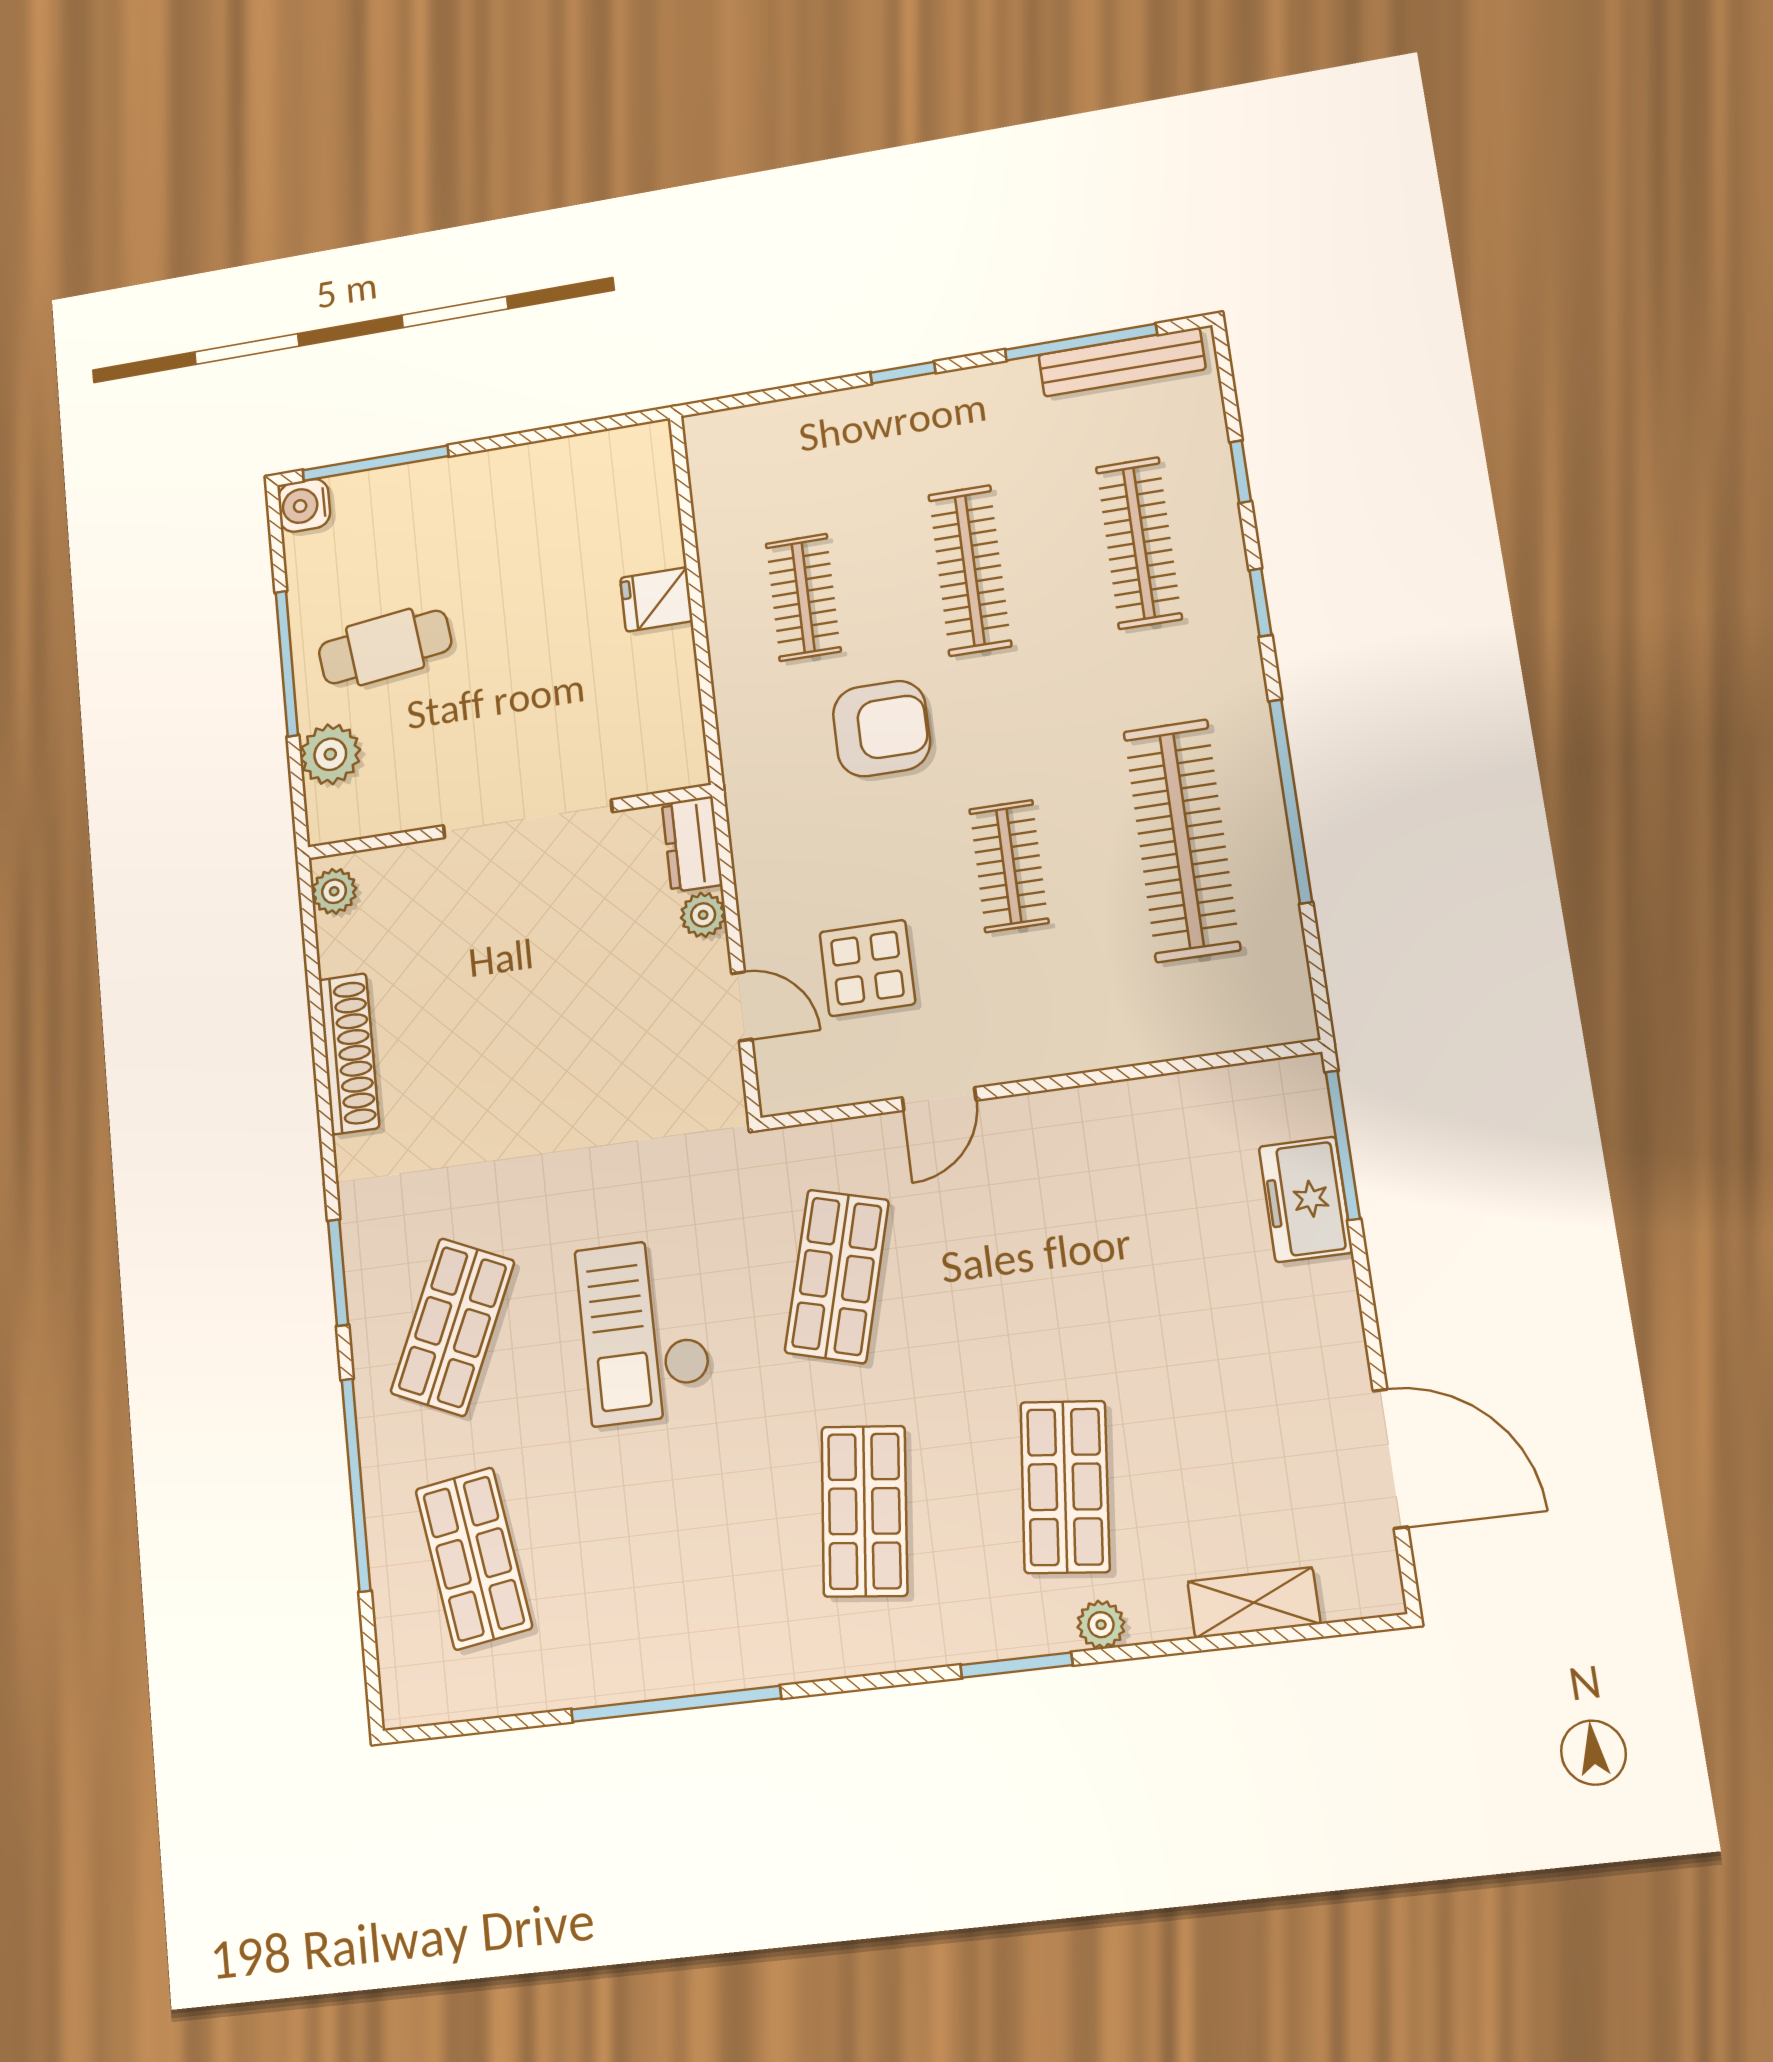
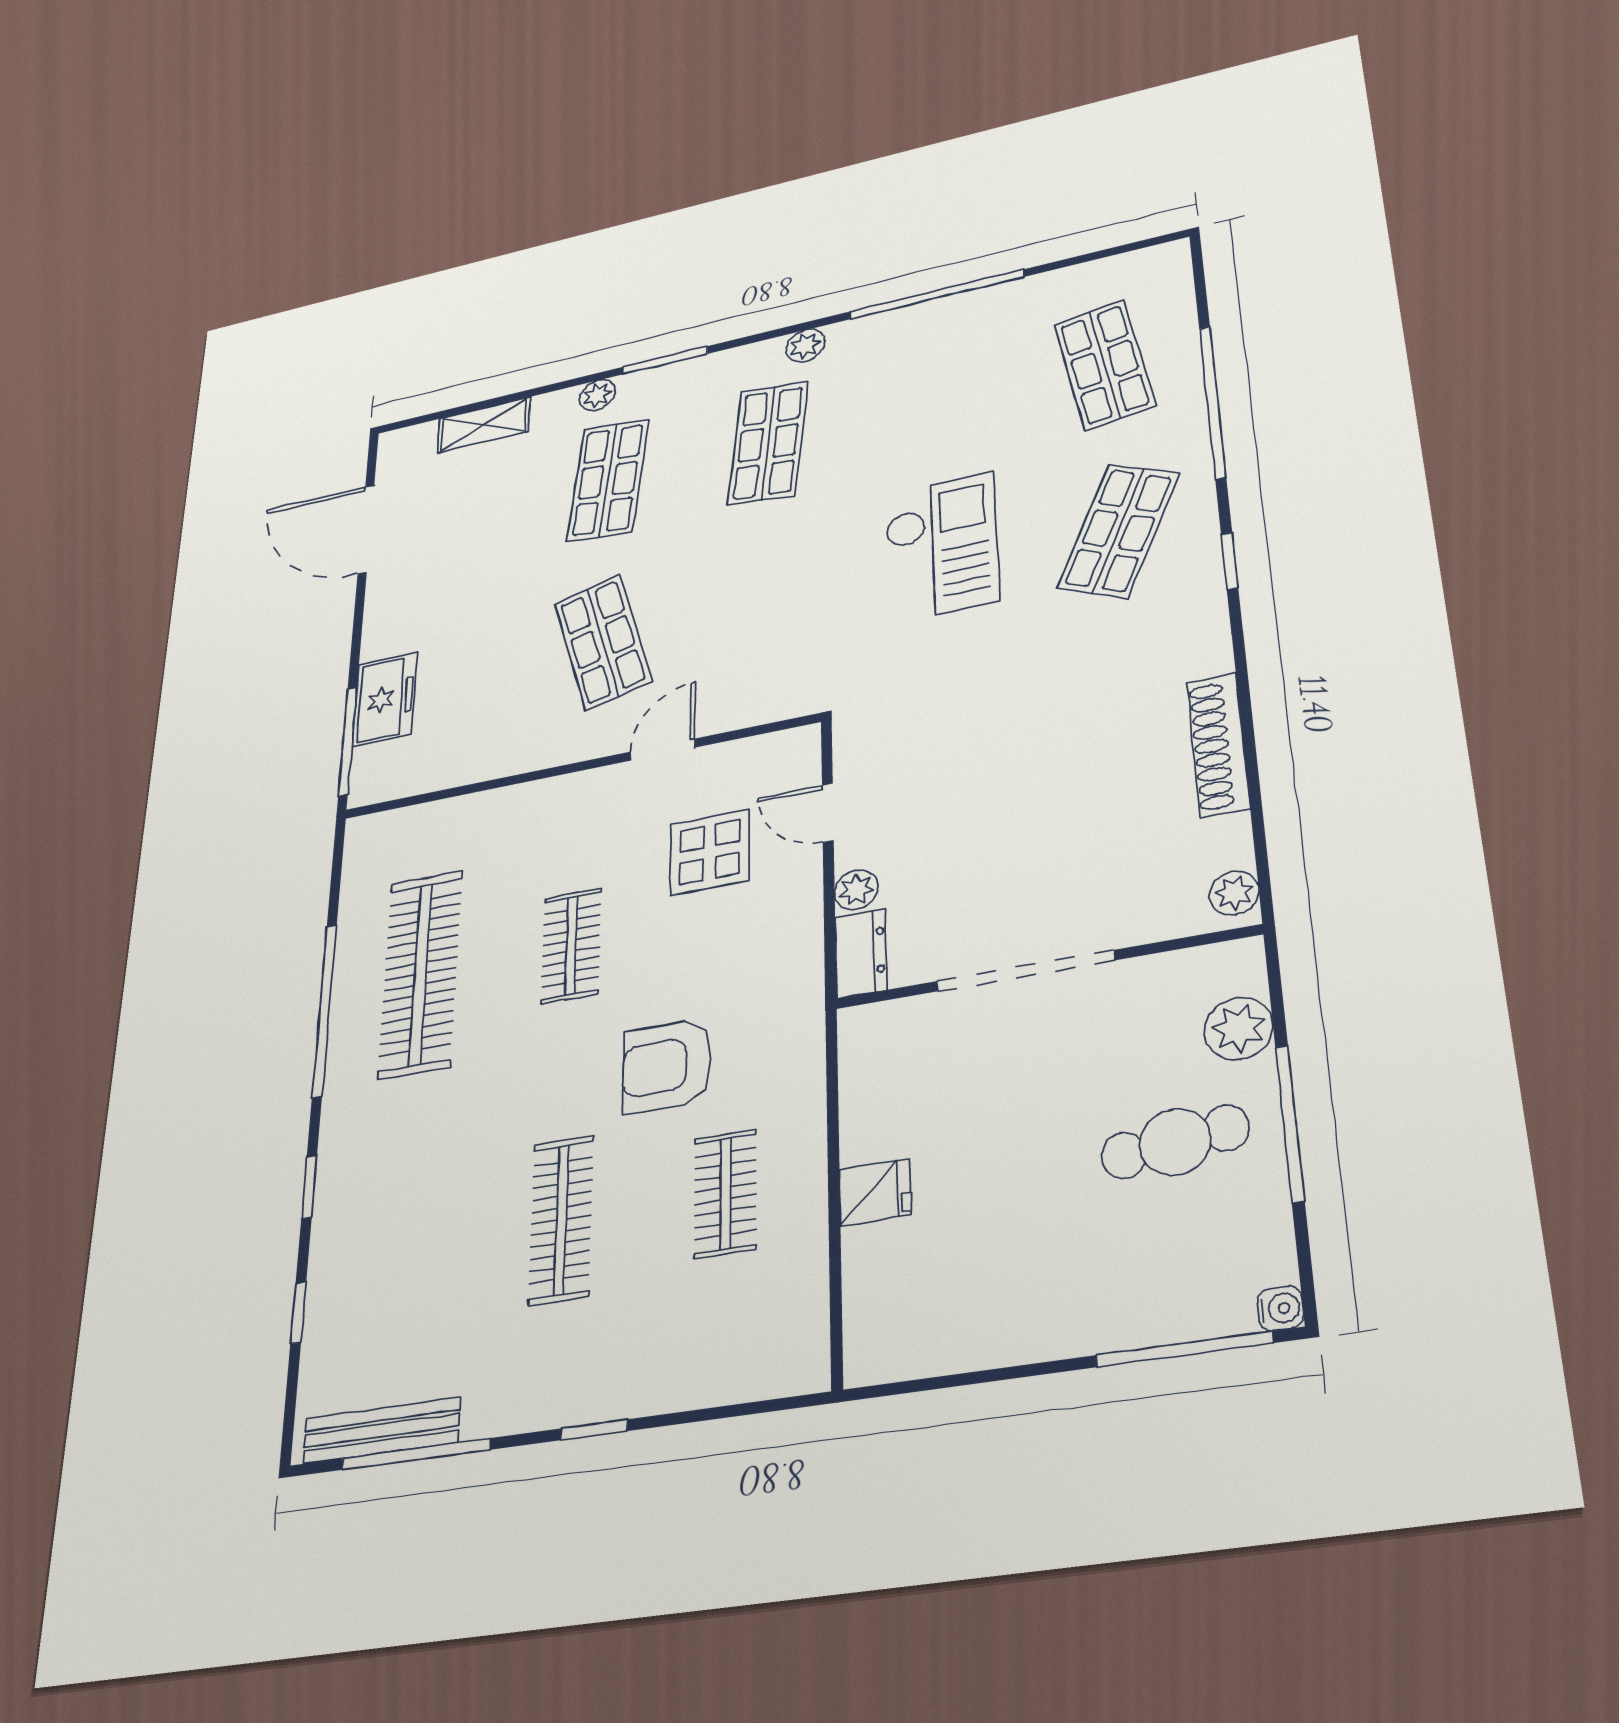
water cooler: (304, 505) -> (1280, 1308), width x0.72, depth x0.72
clothes rail: (1139, 543) -> (402, 1245), removed
window: (338, 1273) -> (1230, 561), width x0.67
shop shelf: (837, 1276) -> (603, 642), moved, turned -30
plant: (834, 1654) -> (805, 346), added

